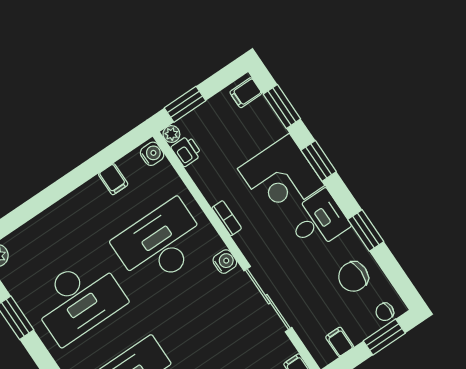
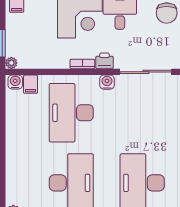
printer: (186, 151) -> (105, 61), moved
filing cabinet: (113, 179) -> (30, 84), moved, turned 90

